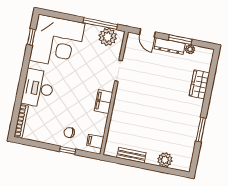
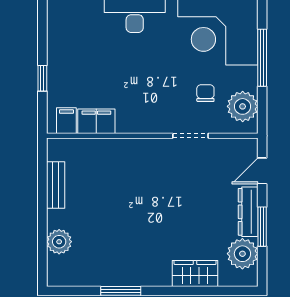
window: (100, 24) -> (262, 58), moved
plant: (190, 49) -> (242, 254), width x1.88, depth x1.88
filing cabinet: (104, 102) -> (96, 121), moved
chair: (69, 133) -> (205, 93), moved

